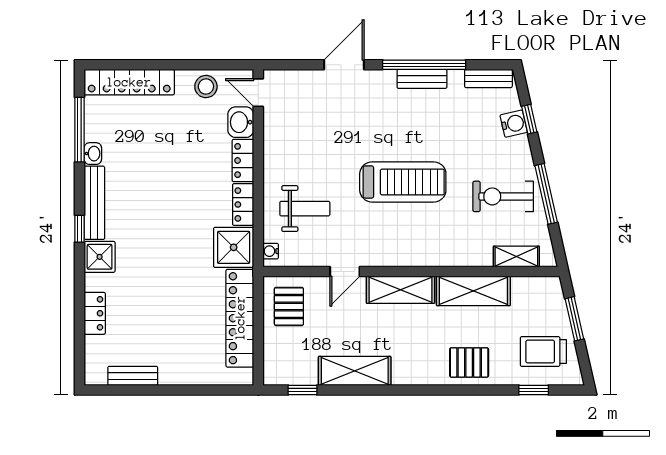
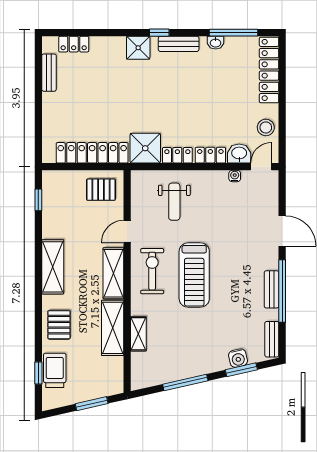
window: (529, 119) -> (241, 370), width x1.50
exercise bike: (503, 196) -> (152, 271), moved
bench: (94, 203) -> (179, 44), width x0.73
water cooler: (271, 251) -> (235, 176), moved
shelving: (516, 256) -> (138, 334), moved
door: (345, 271) -> (127, 232), hinge flipped
locker: (95, 313) -> (74, 44), moved
trolley: (543, 352) -> (55, 370), moved
shelving: (355, 371) -> (53, 267), moved

